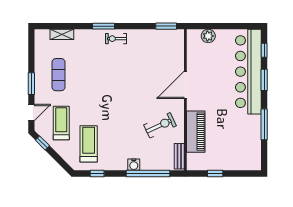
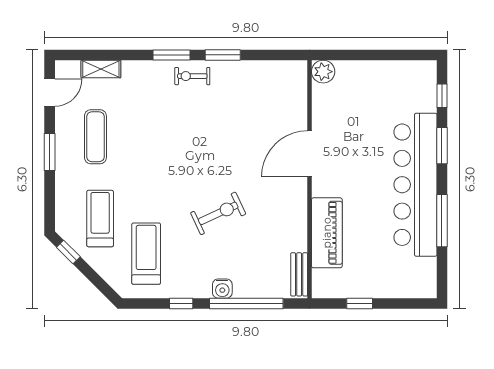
window: (166, 26) -> (223, 55), moved
plant: (208, 36) -> (323, 72), moved
bar counter: (248, 72) -> (415, 185), moved
door: (31, 113) -> (50, 93), moved
exercise bike: (160, 125) -> (218, 213), moved
window: (97, 174) -> (181, 303), moved

